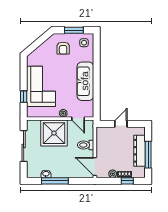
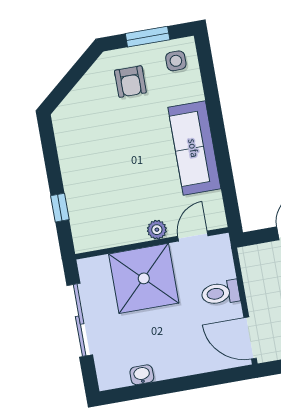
corner sofa: (41, 86) -> (95, 177), removed
door: (78, 119) -> (193, 236), swing flipped
window: (55, 181) -> (165, 387), removed

